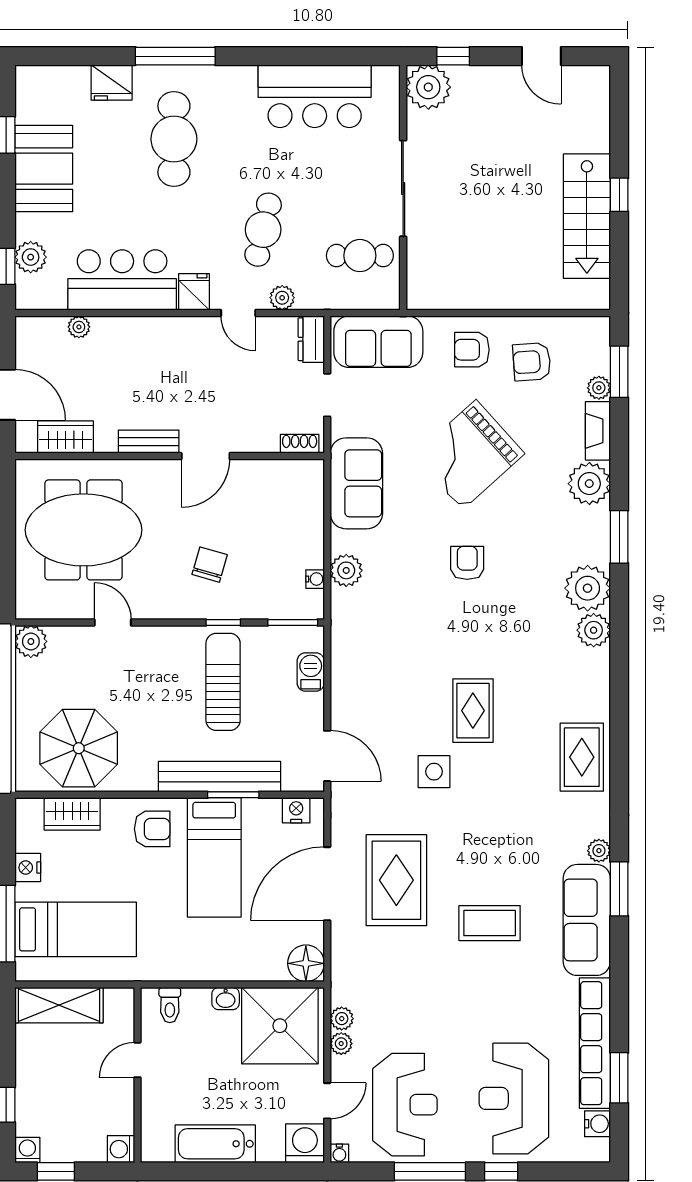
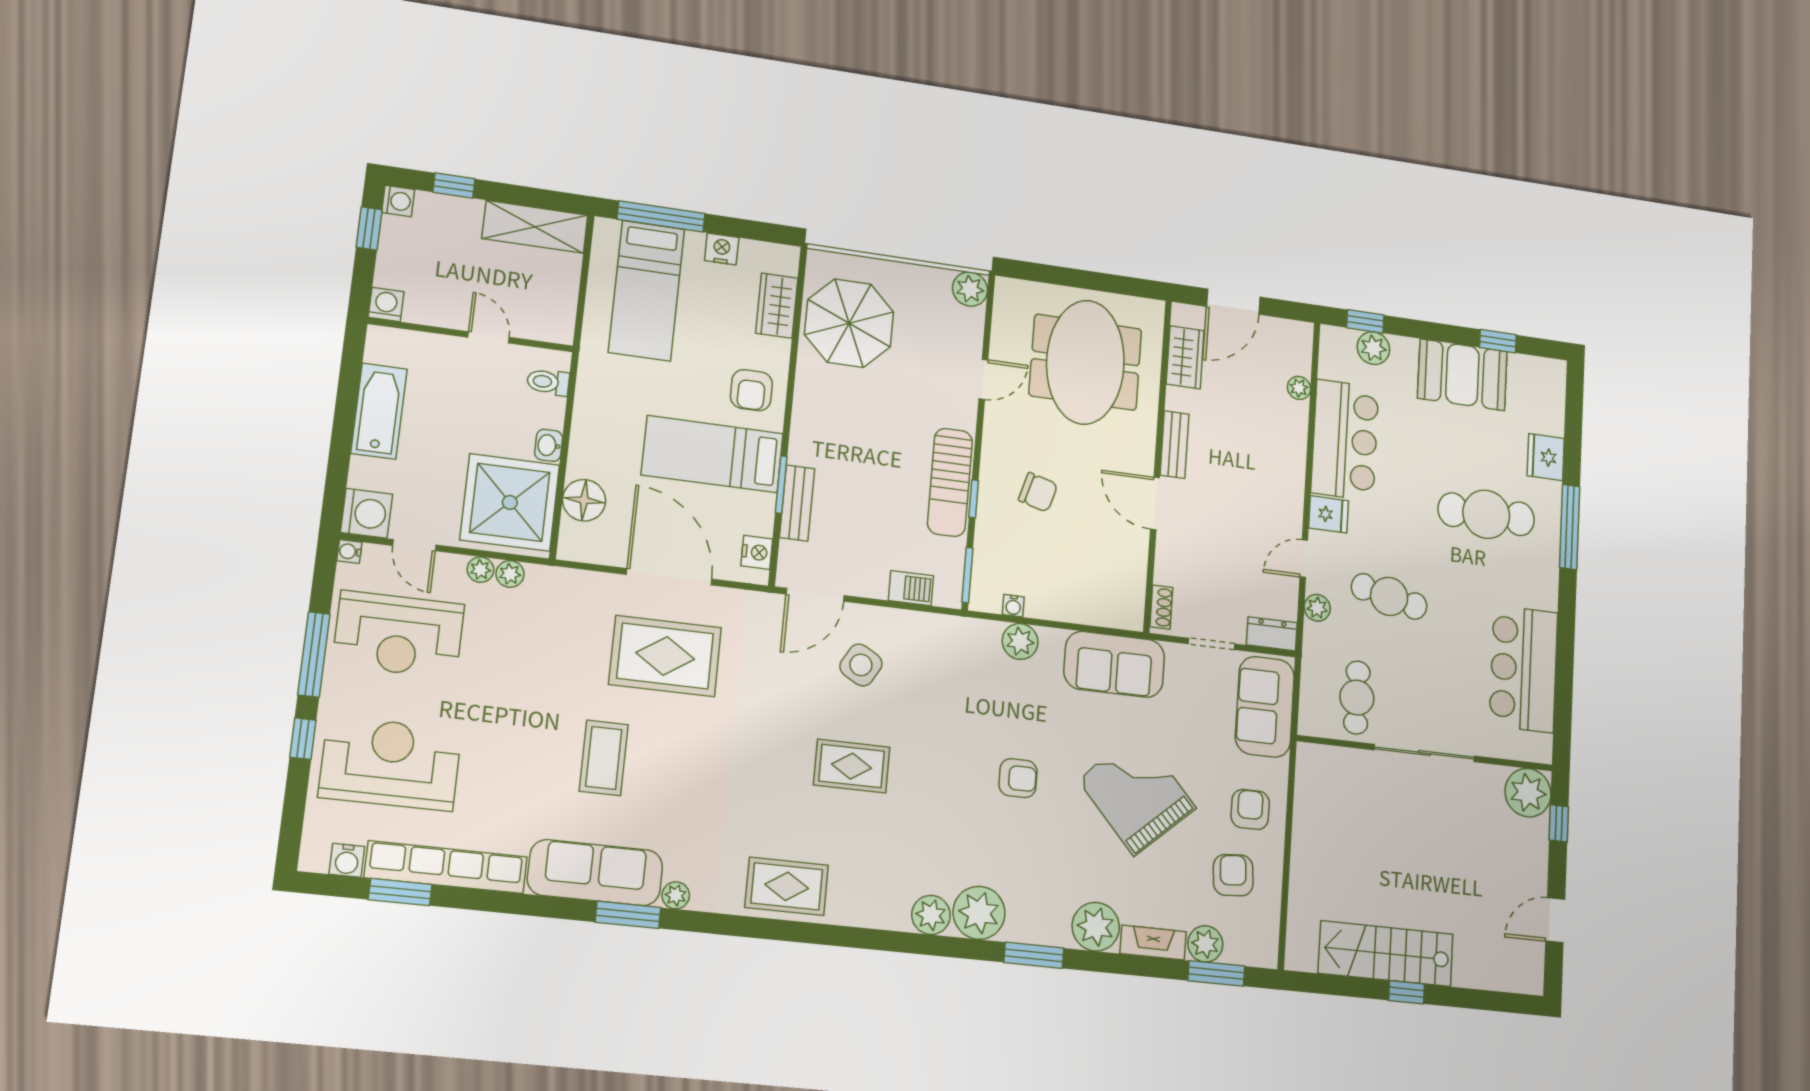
plant: (599, 388) -> (1205, 944), width x1.38, depth x1.38
sun lounger: (223, 682) -> (950, 482), moved, turned 90
side table: (434, 772) -> (861, 665), moved, turned 30
bench: (220, 777) -> (797, 503), width x0.54, depth x0.82
floor lamp: (306, 963) -> (584, 500), moved
shelving: (59, 1005) -> (535, 227), moved, turned 90

